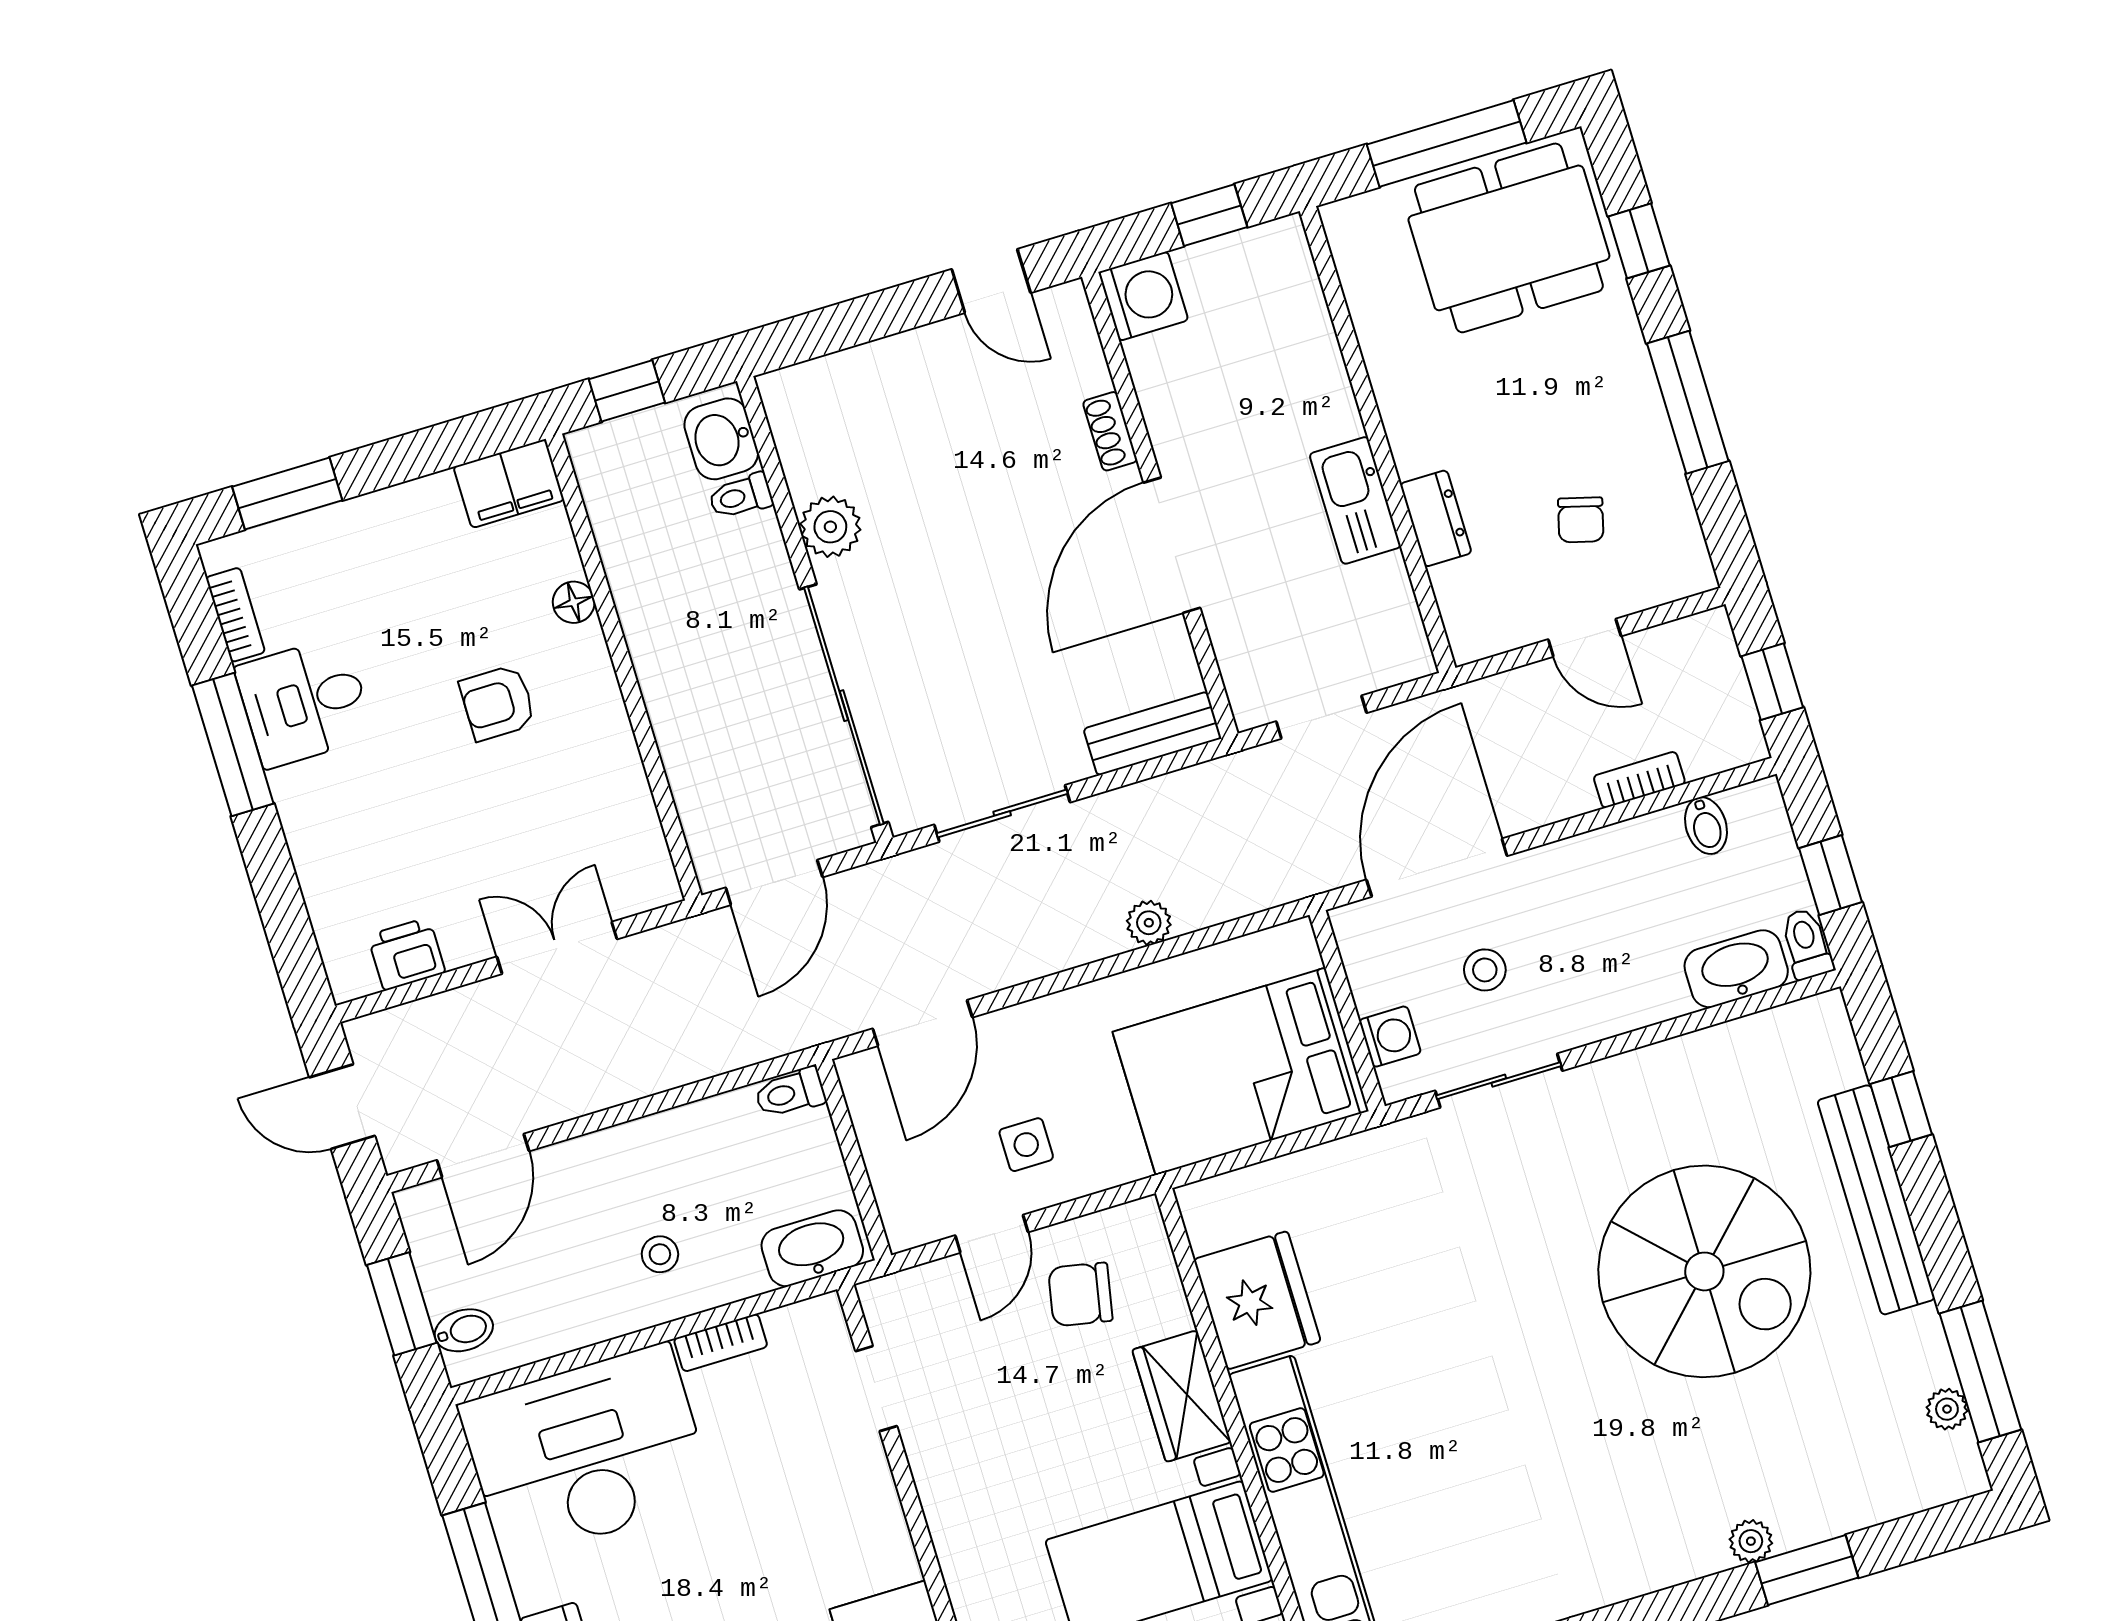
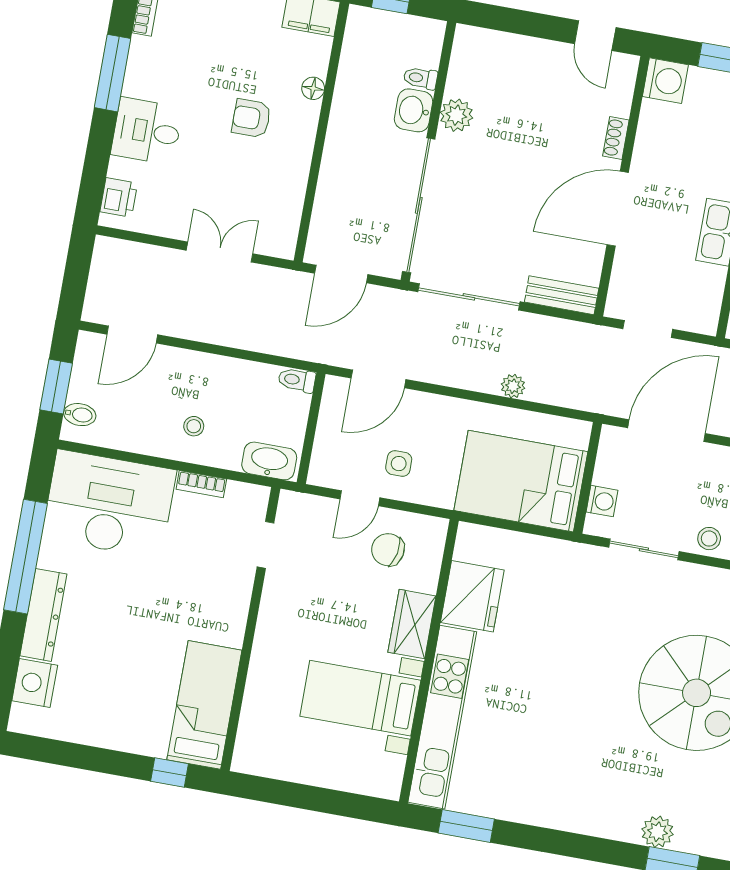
washbasin: (721, 439) -> (414, 110), moved
desk: (304, 702) -> (147, 131), moved
sliding door: (1002, 814) -> (469, 297), width x1.37
printer: (406, 954) -> (119, 197), moved, turned 90
stool: (1485, 970) -> (709, 539), moved
door: (342, 1107) -> (76, 276), removed
plant: (1751, 1541) -> (657, 832), width x1.38, depth x1.38

